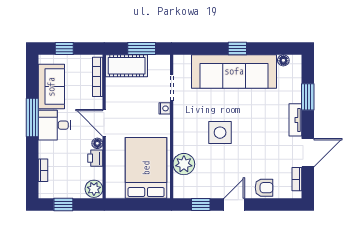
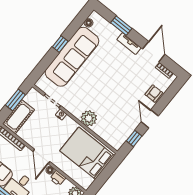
door: (104, 123) -> (41, 157), hinge flipped
side table: (220, 133) -> (101, 93), removed
plant: (184, 164) -> (89, 118), moved

